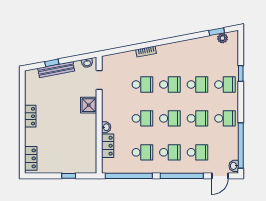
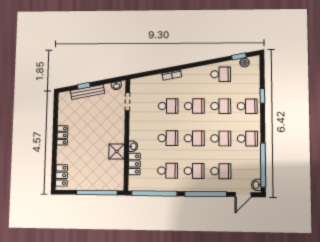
school desk: (197, 51) -> (221, 74), added
shower: (89, 105) -> (117, 151), moved
window: (69, 176) -> (97, 193), width x3.17

